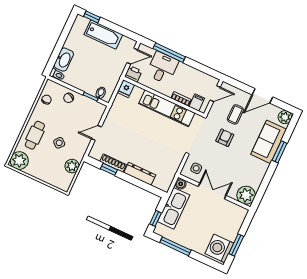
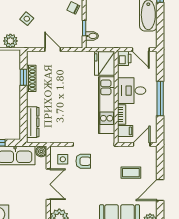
window: (169, 53) -> (160, 98), moved
desk: (162, 68) -> (132, 91), moved, turned 180
fridge: (126, 89) -> (105, 64), width x1.88, depth x1.34
door: (215, 94) -> (142, 144), swing flipped
door: (262, 96) -> (160, 190), hinge flipped
armchair: (225, 138) -> (83, 161), moved
dresser: (140, 174) -> (33, 122), moved

